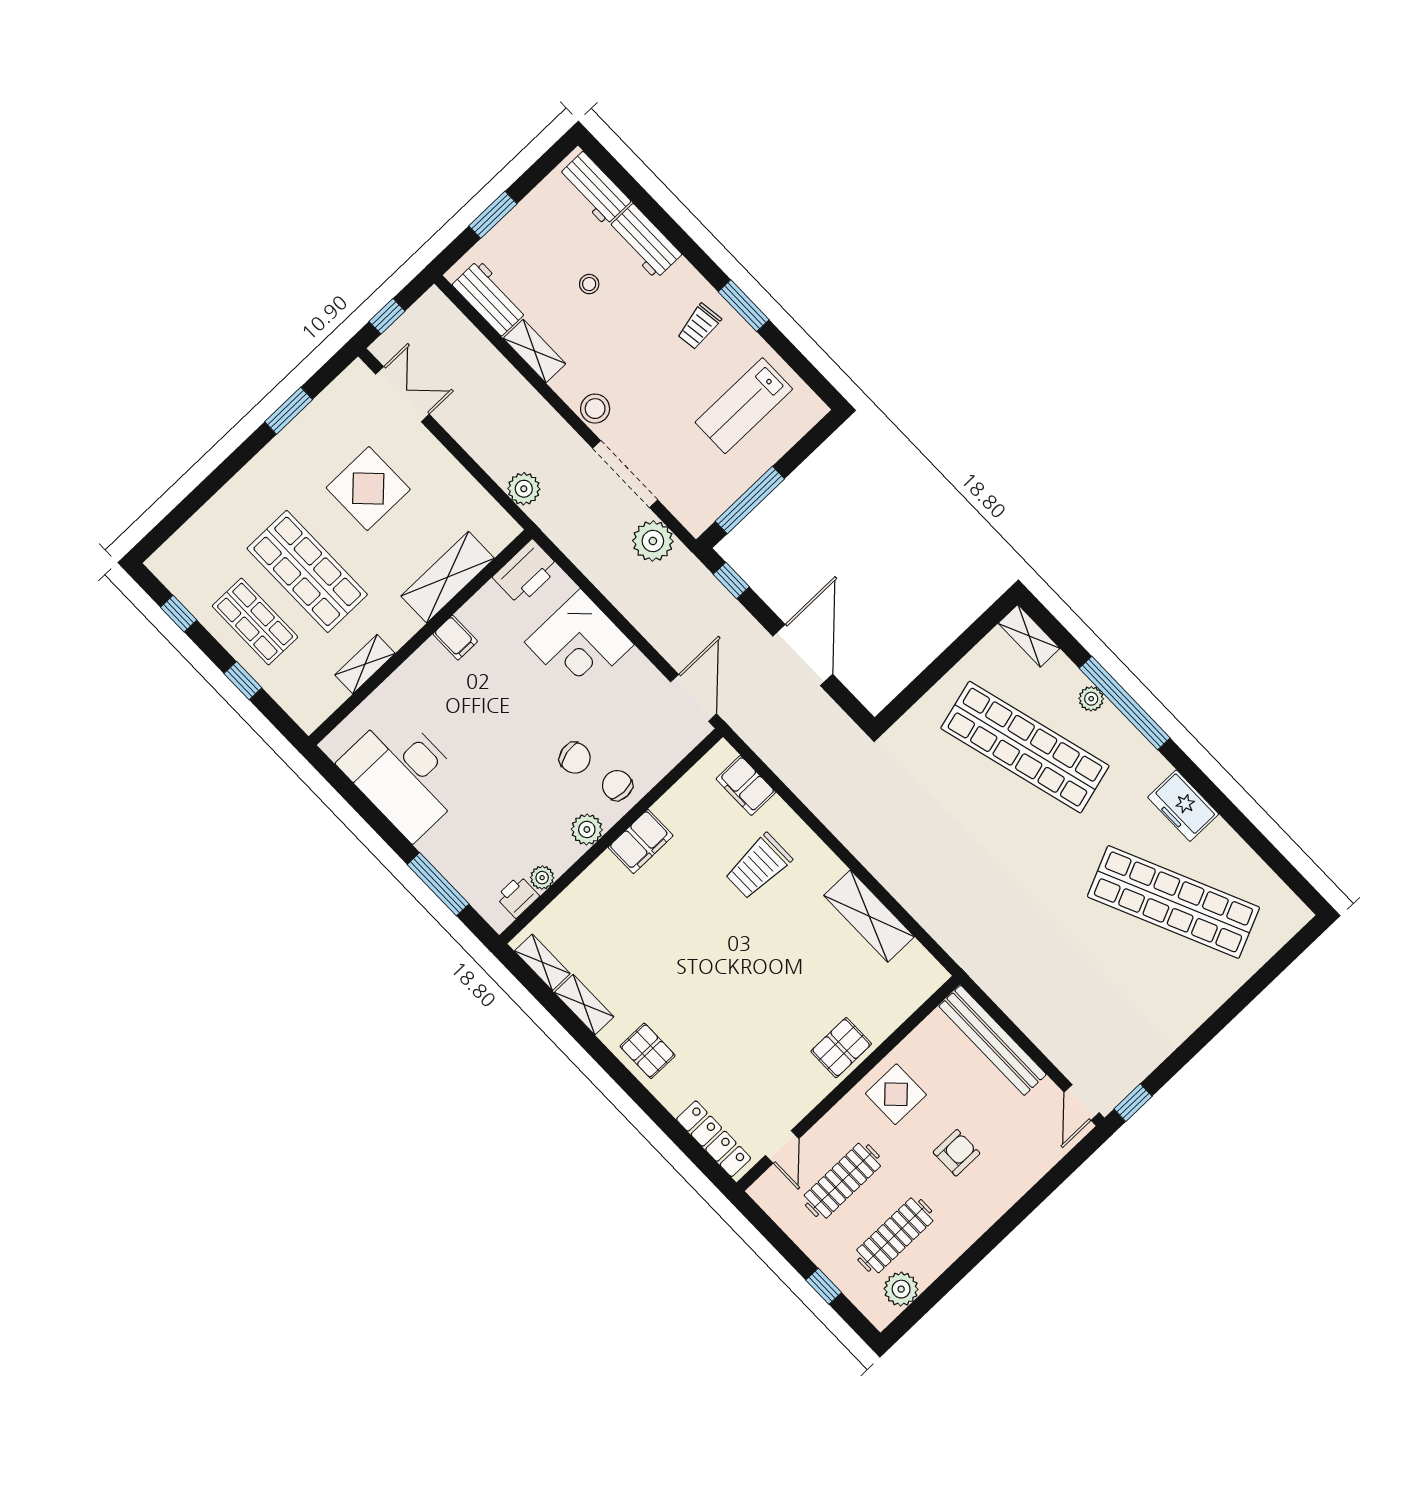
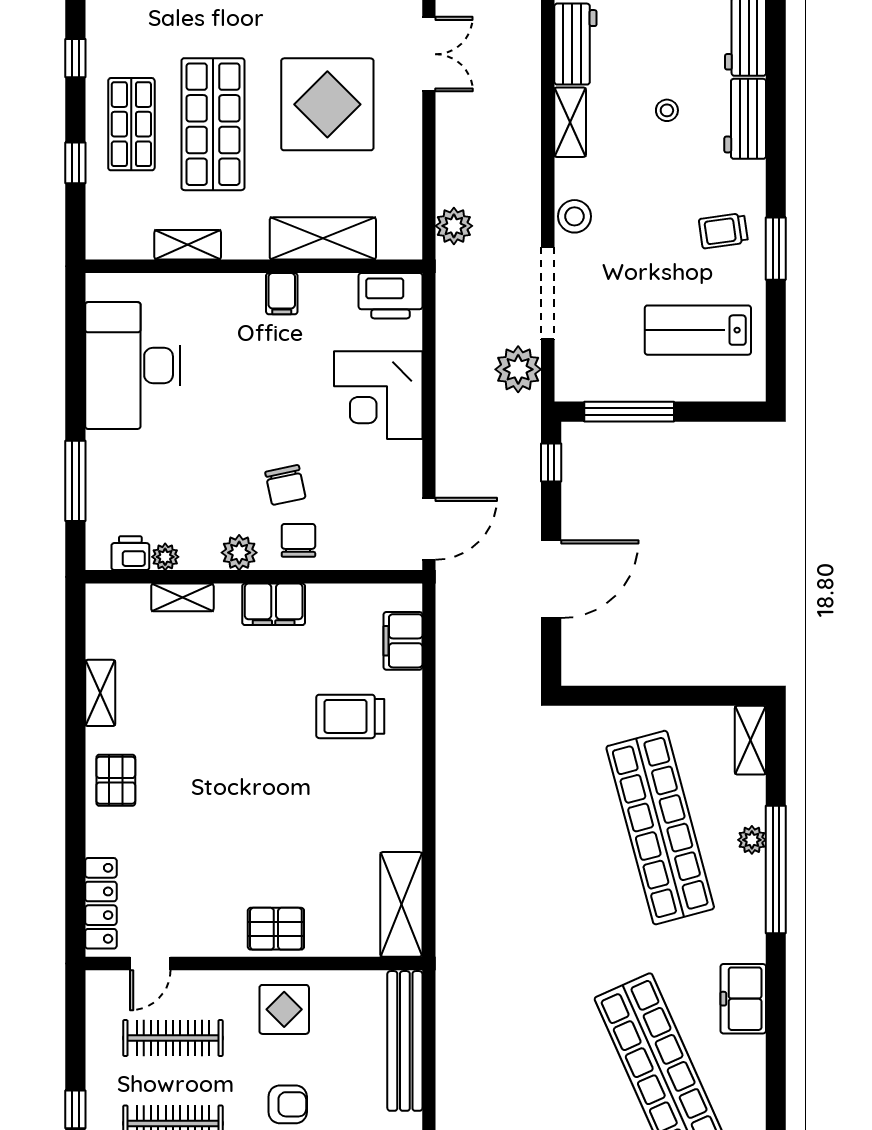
display table: (368, 489) -> (327, 104), width x1.36, depth x1.36
shelving: (869, 916) -> (401, 904), moved
shelving: (542, 962) -> (182, 597), moved, turned 90

